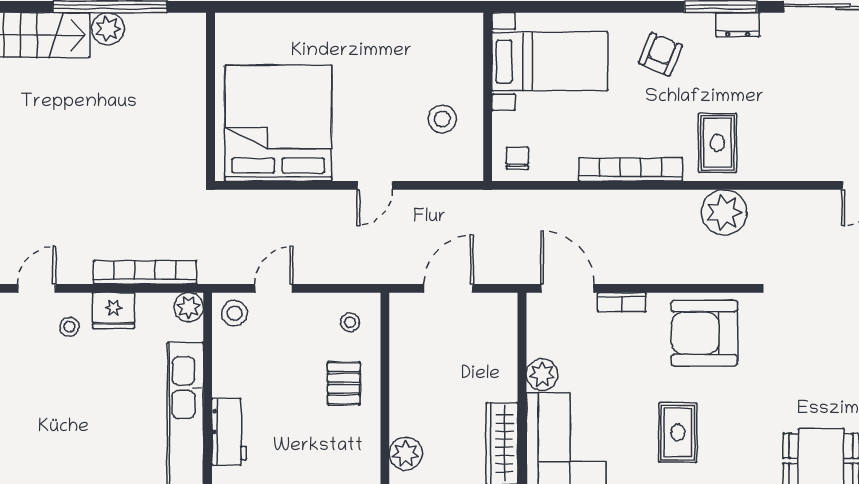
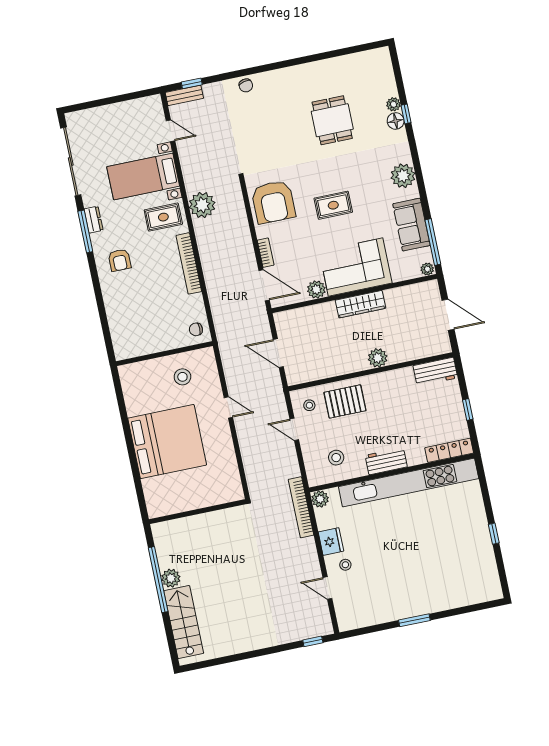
armchair: (660, 54) -> (120, 260), turned -113
bed with nightstands: (550, 61) -> (143, 176), moved, turned -90
bed: (278, 123) -> (167, 442), moved, turned 180
bookcase: (145, 272) -> (301, 507), moved
door: (274, 288) -> (294, 429), moved
door: (567, 288) -> (264, 285), swing flipped
stool: (234, 313) -> (336, 458), moved
pallet: (344, 383) -> (345, 401), width x1.50, depth x1.42

